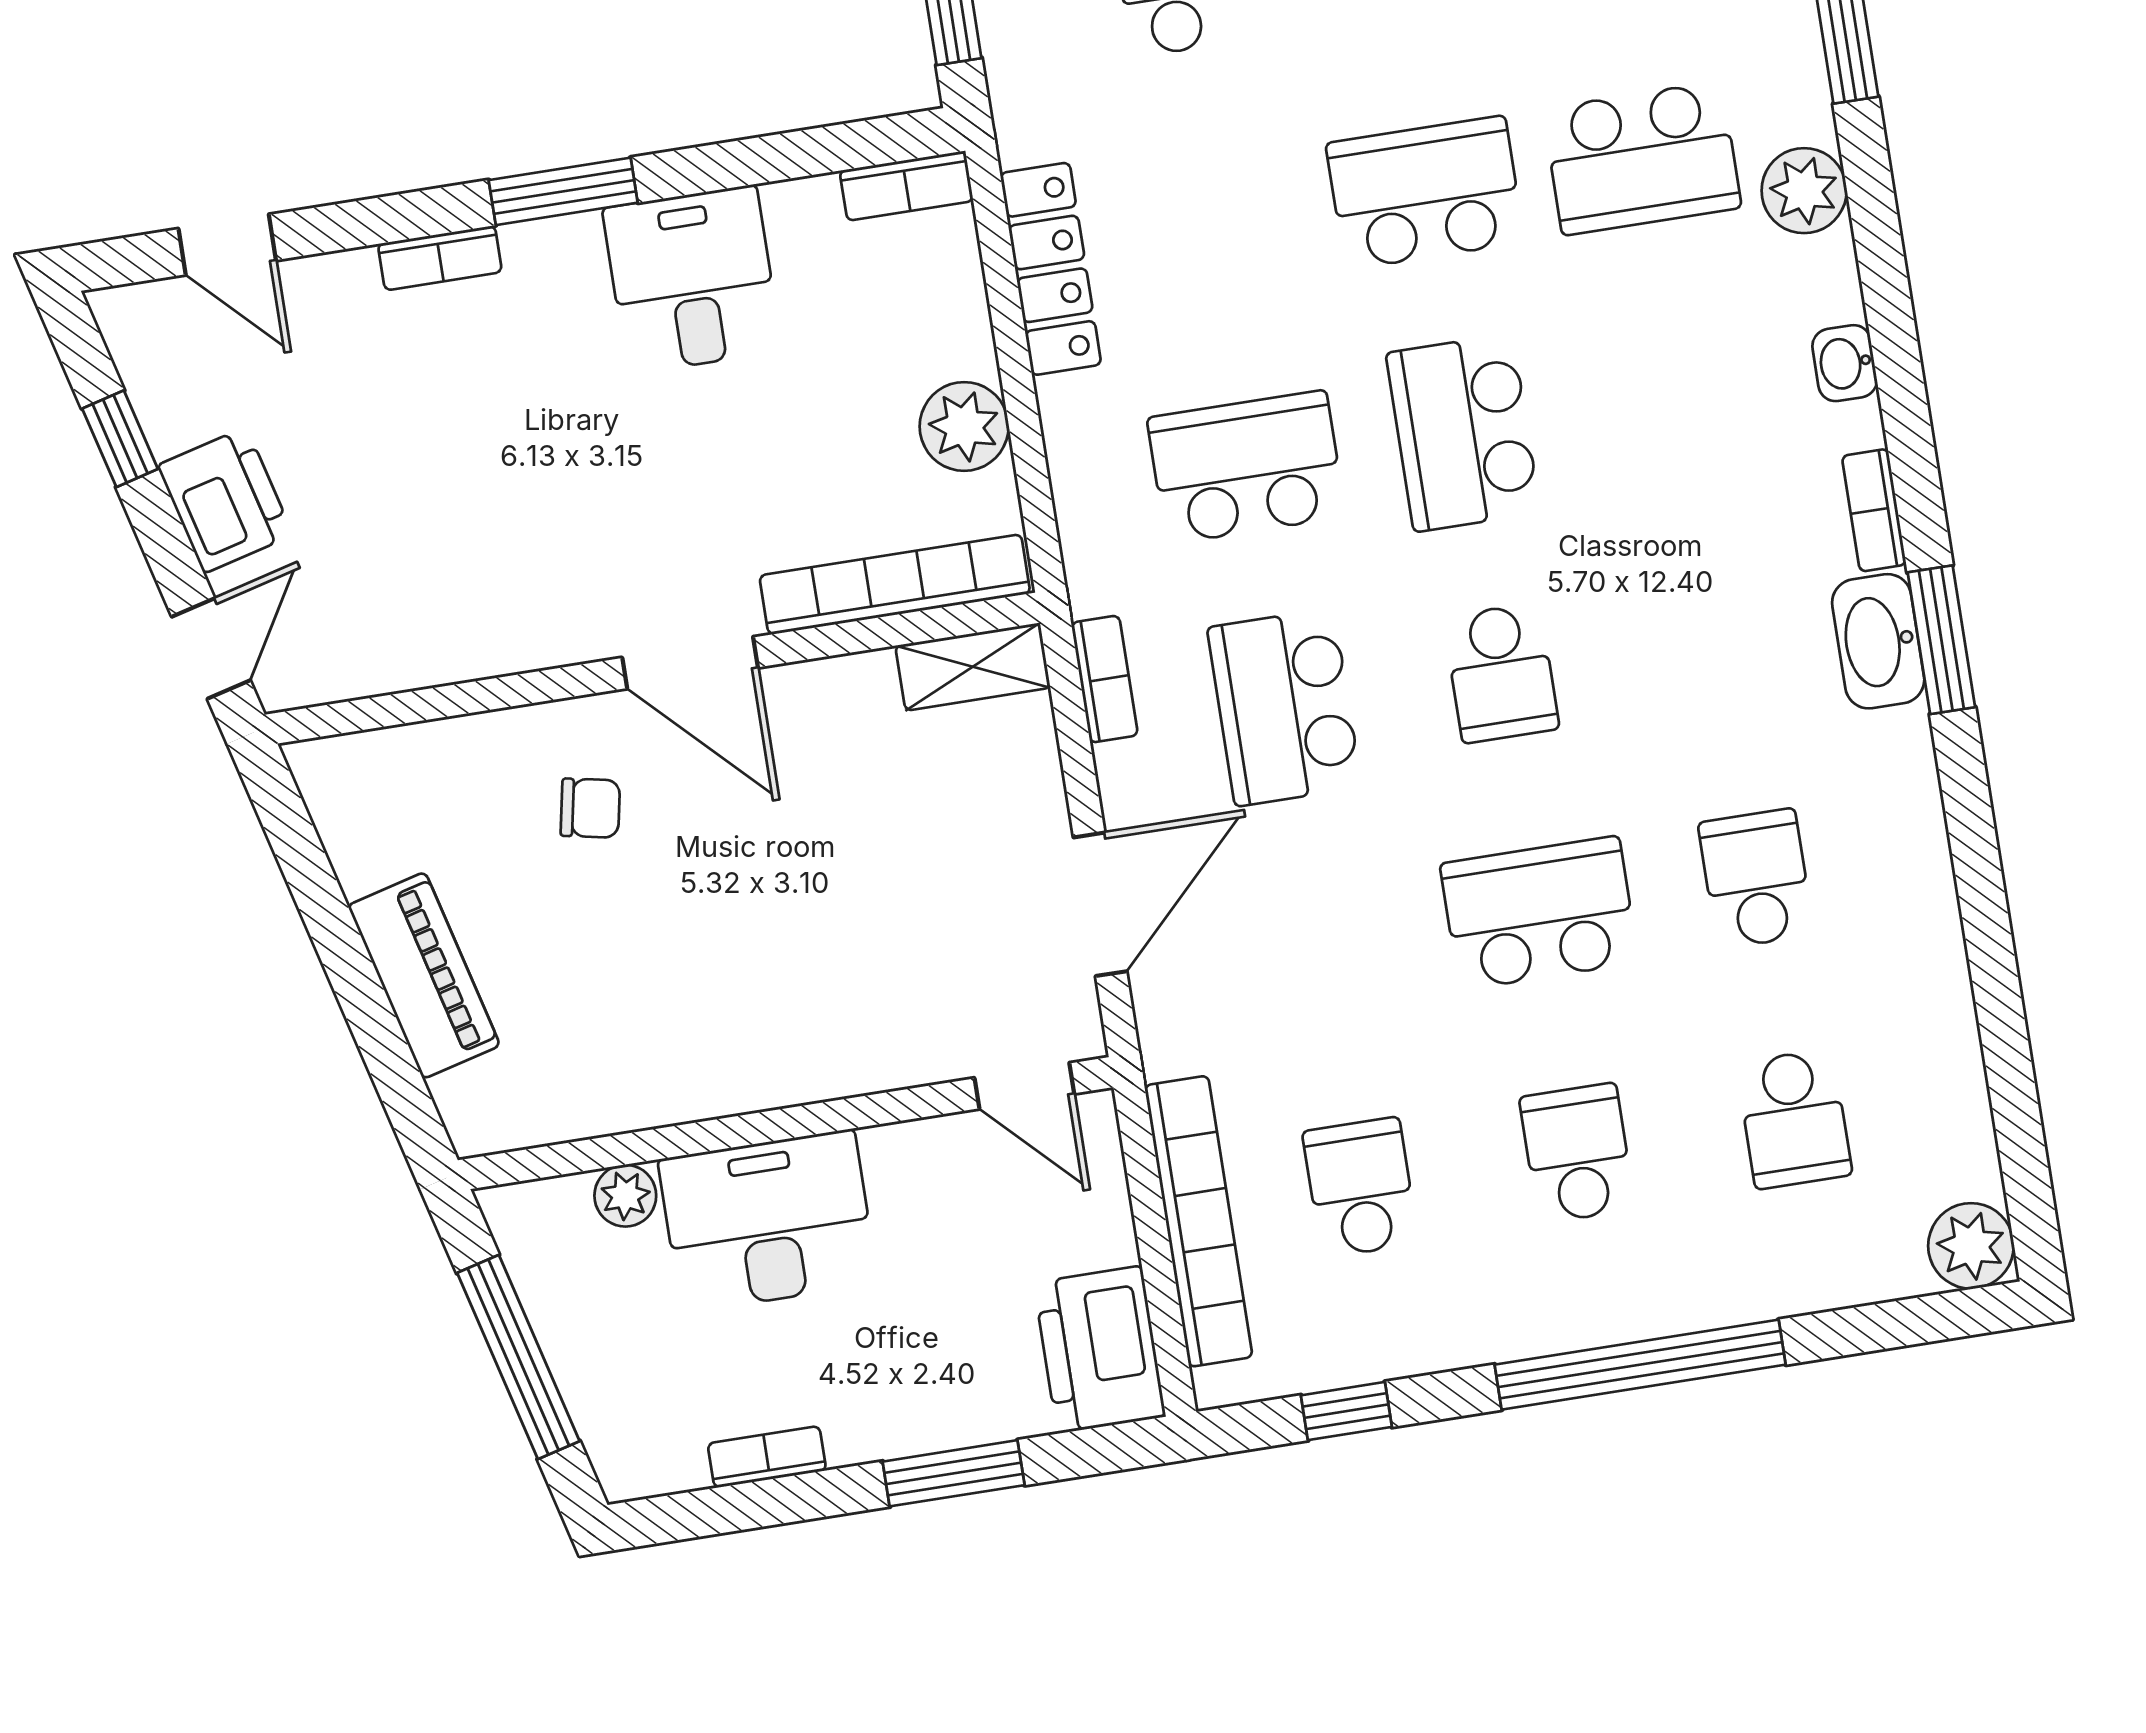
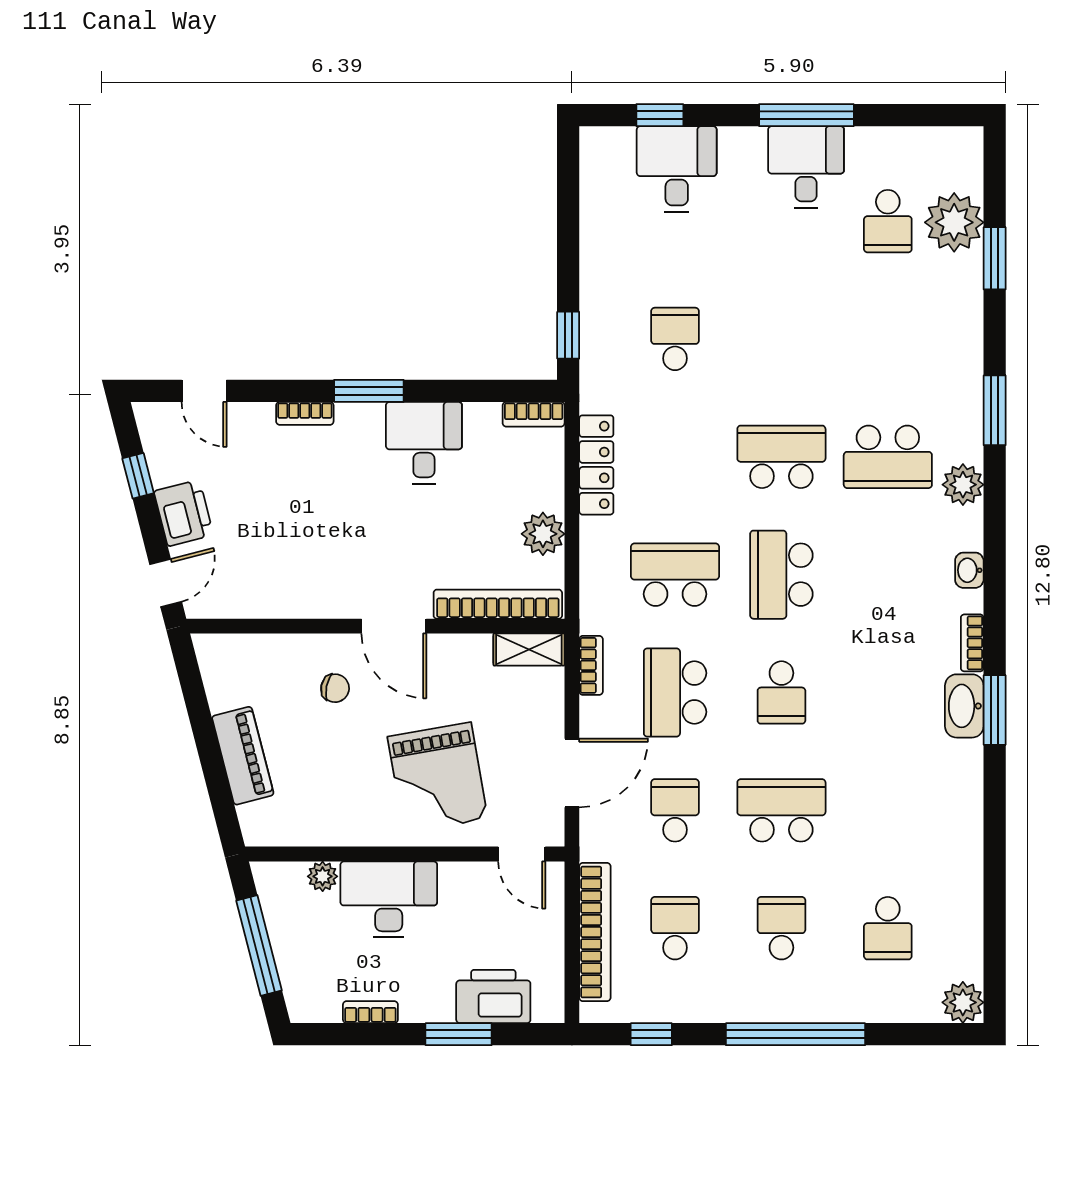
school desk: (1756, 879) -> (675, 810), moved
grand piano: (828, 957) -> (438, 778), added
printer: (1100, 1350) -> (493, 996), moved, turned 90

